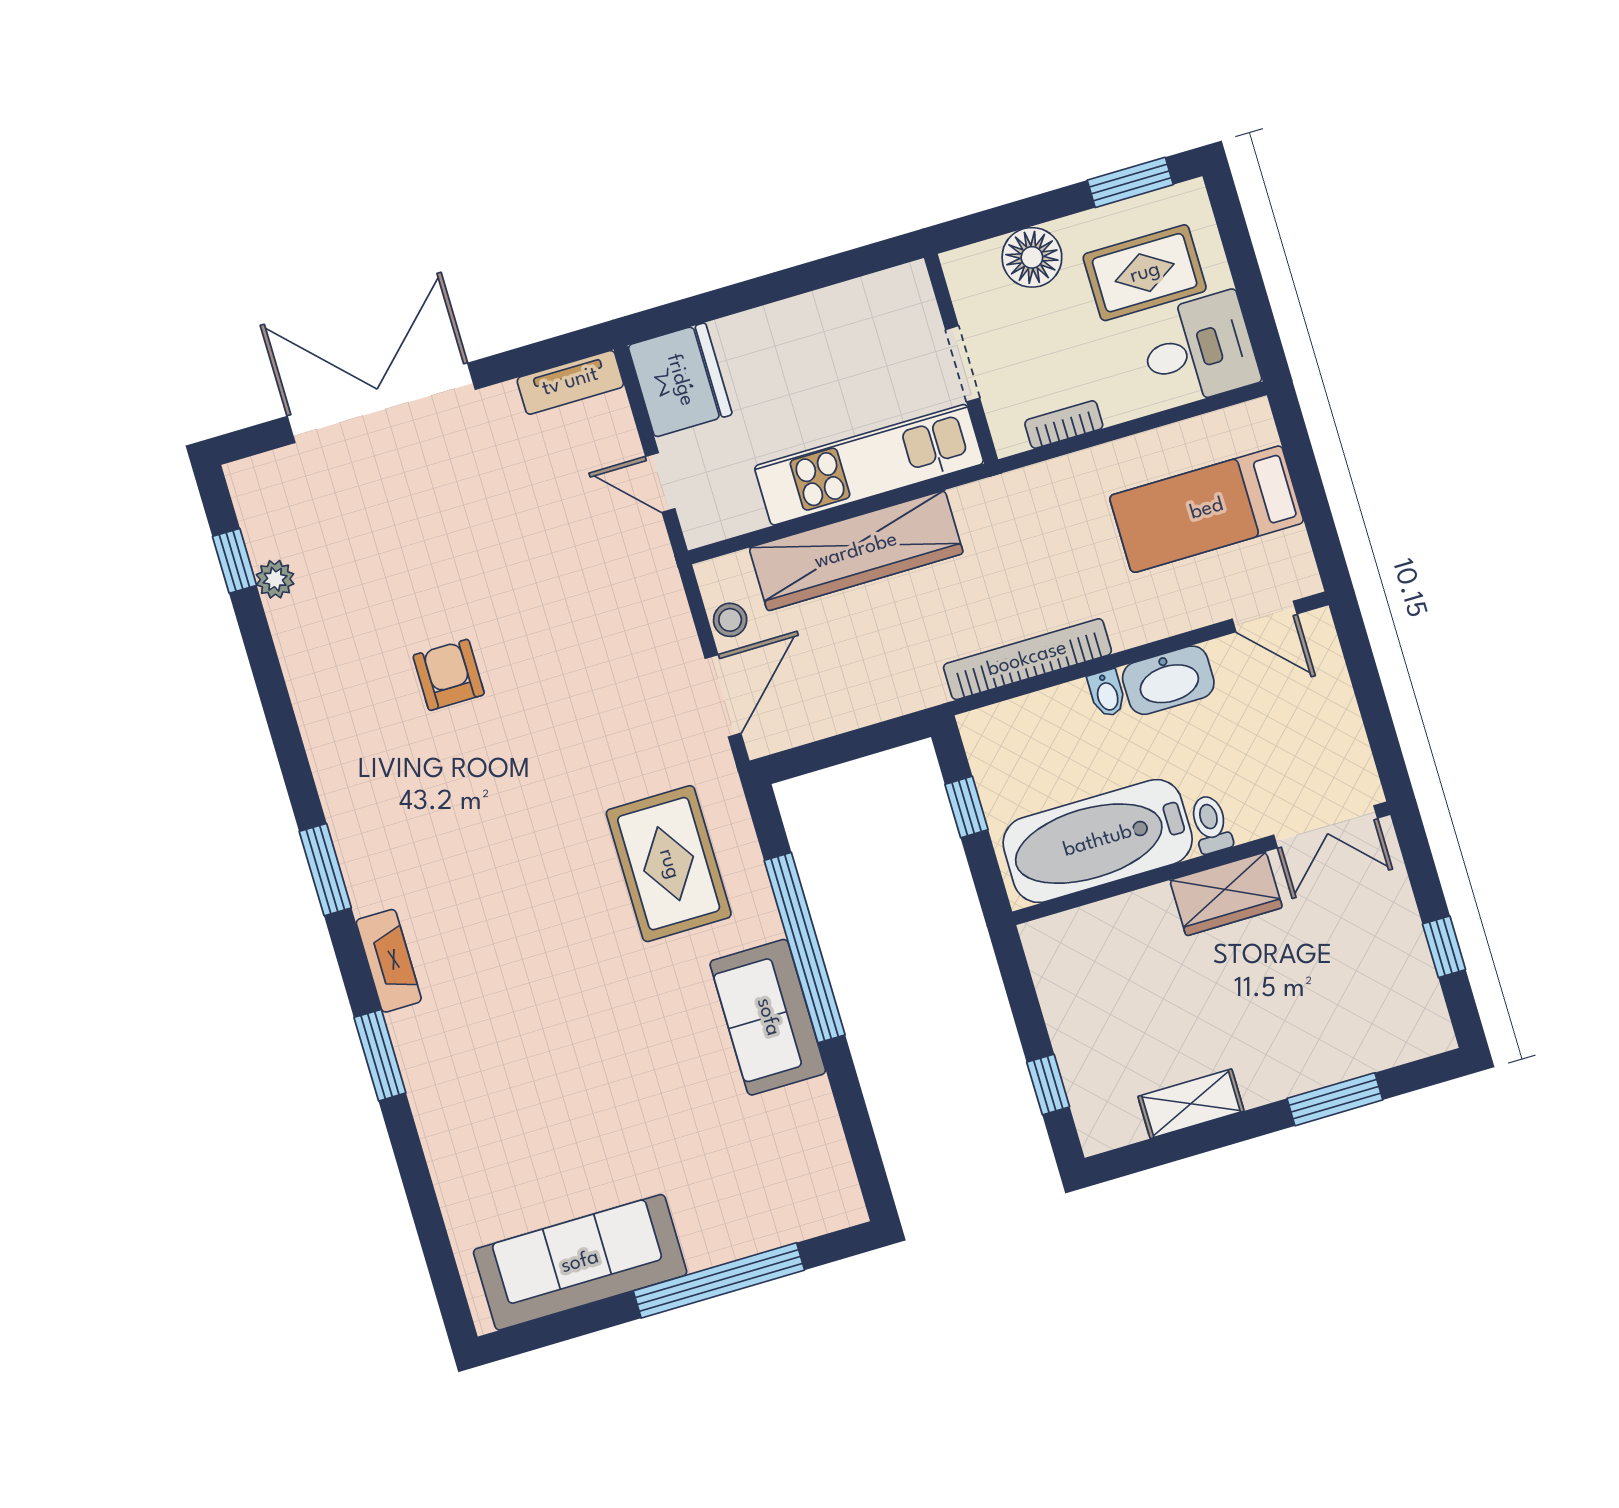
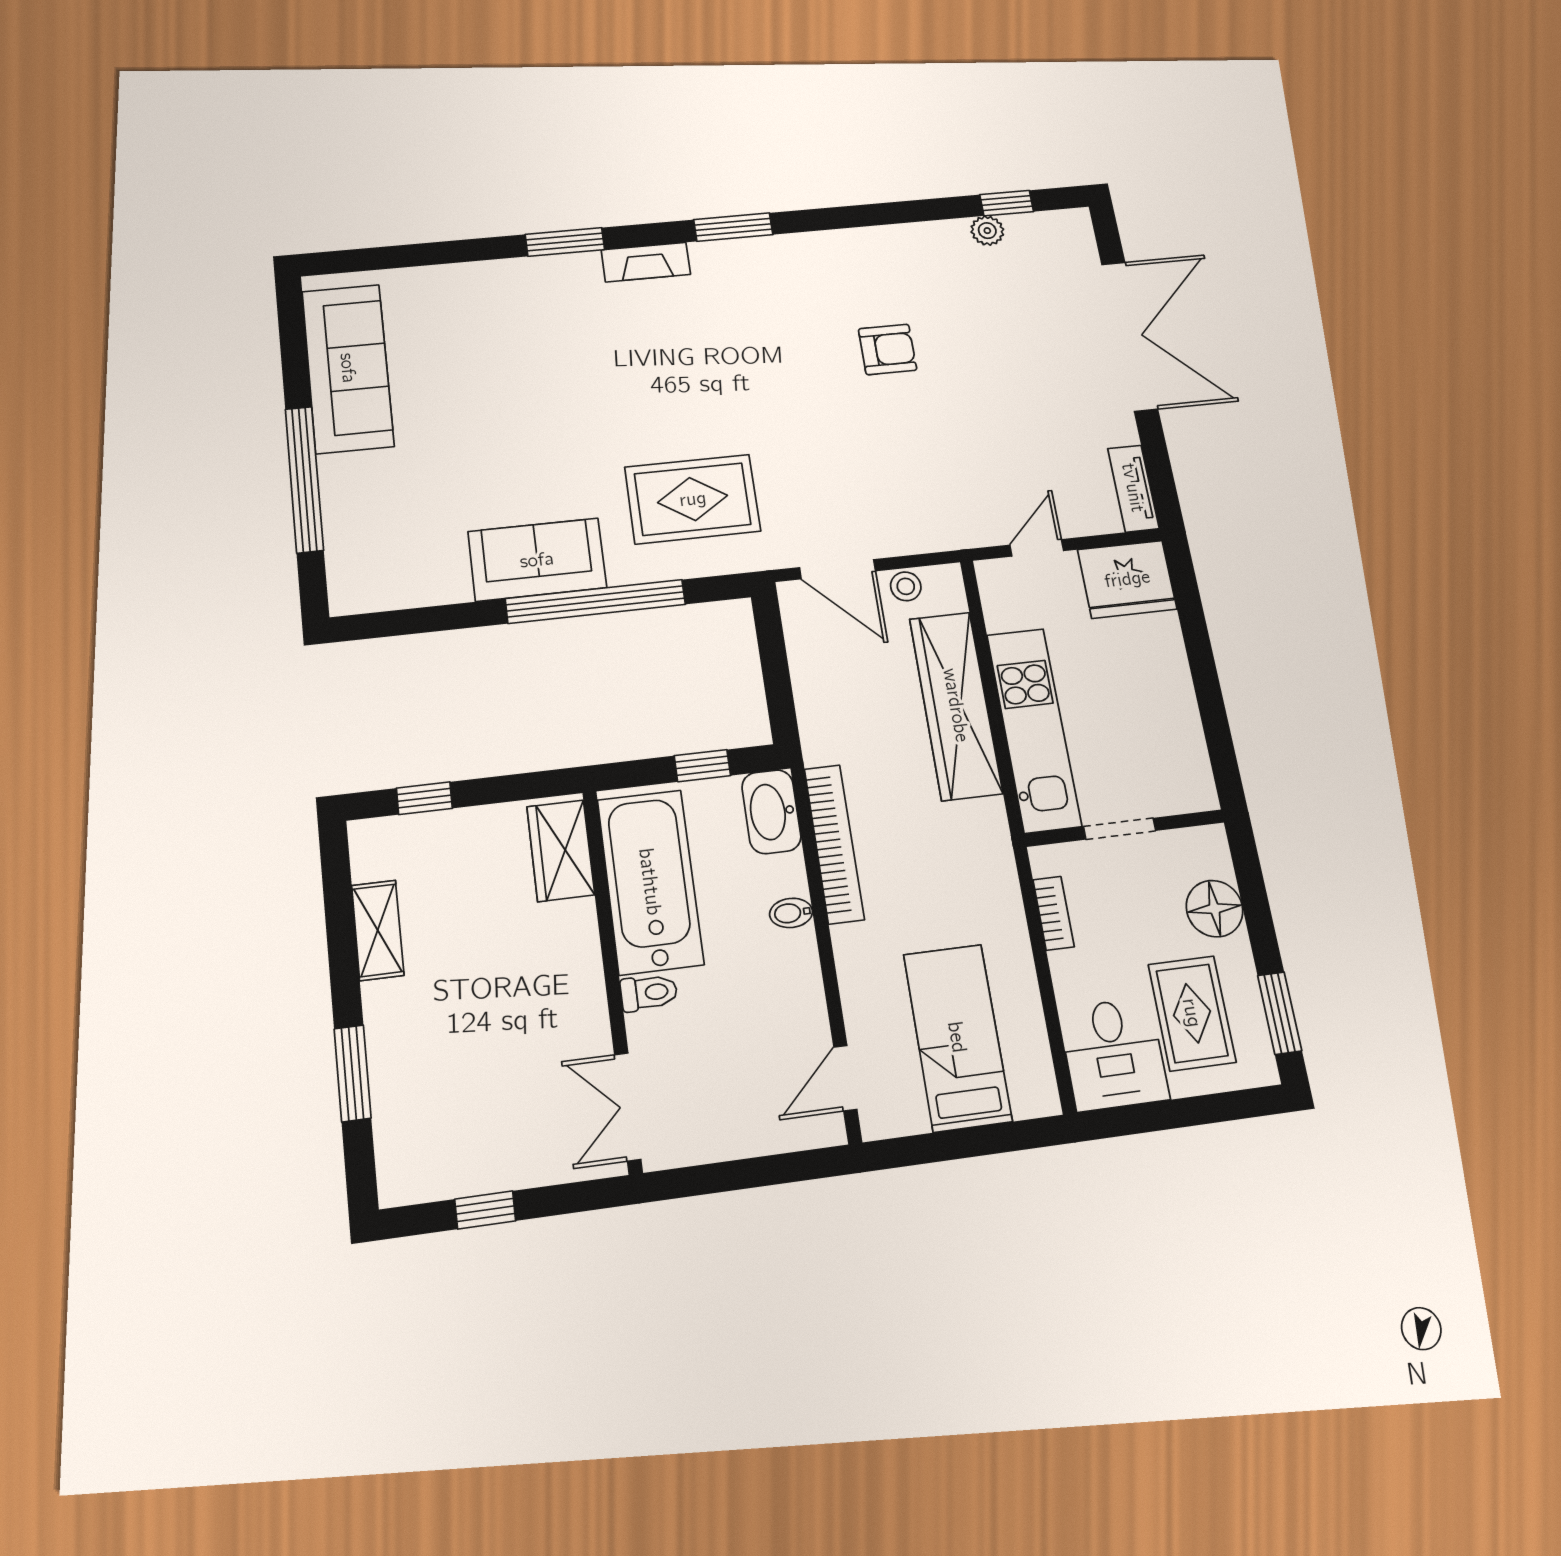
washbasin: (1168, 680) -> (771, 812), moved
wardrobe: (1226, 894) -> (561, 851), moved

